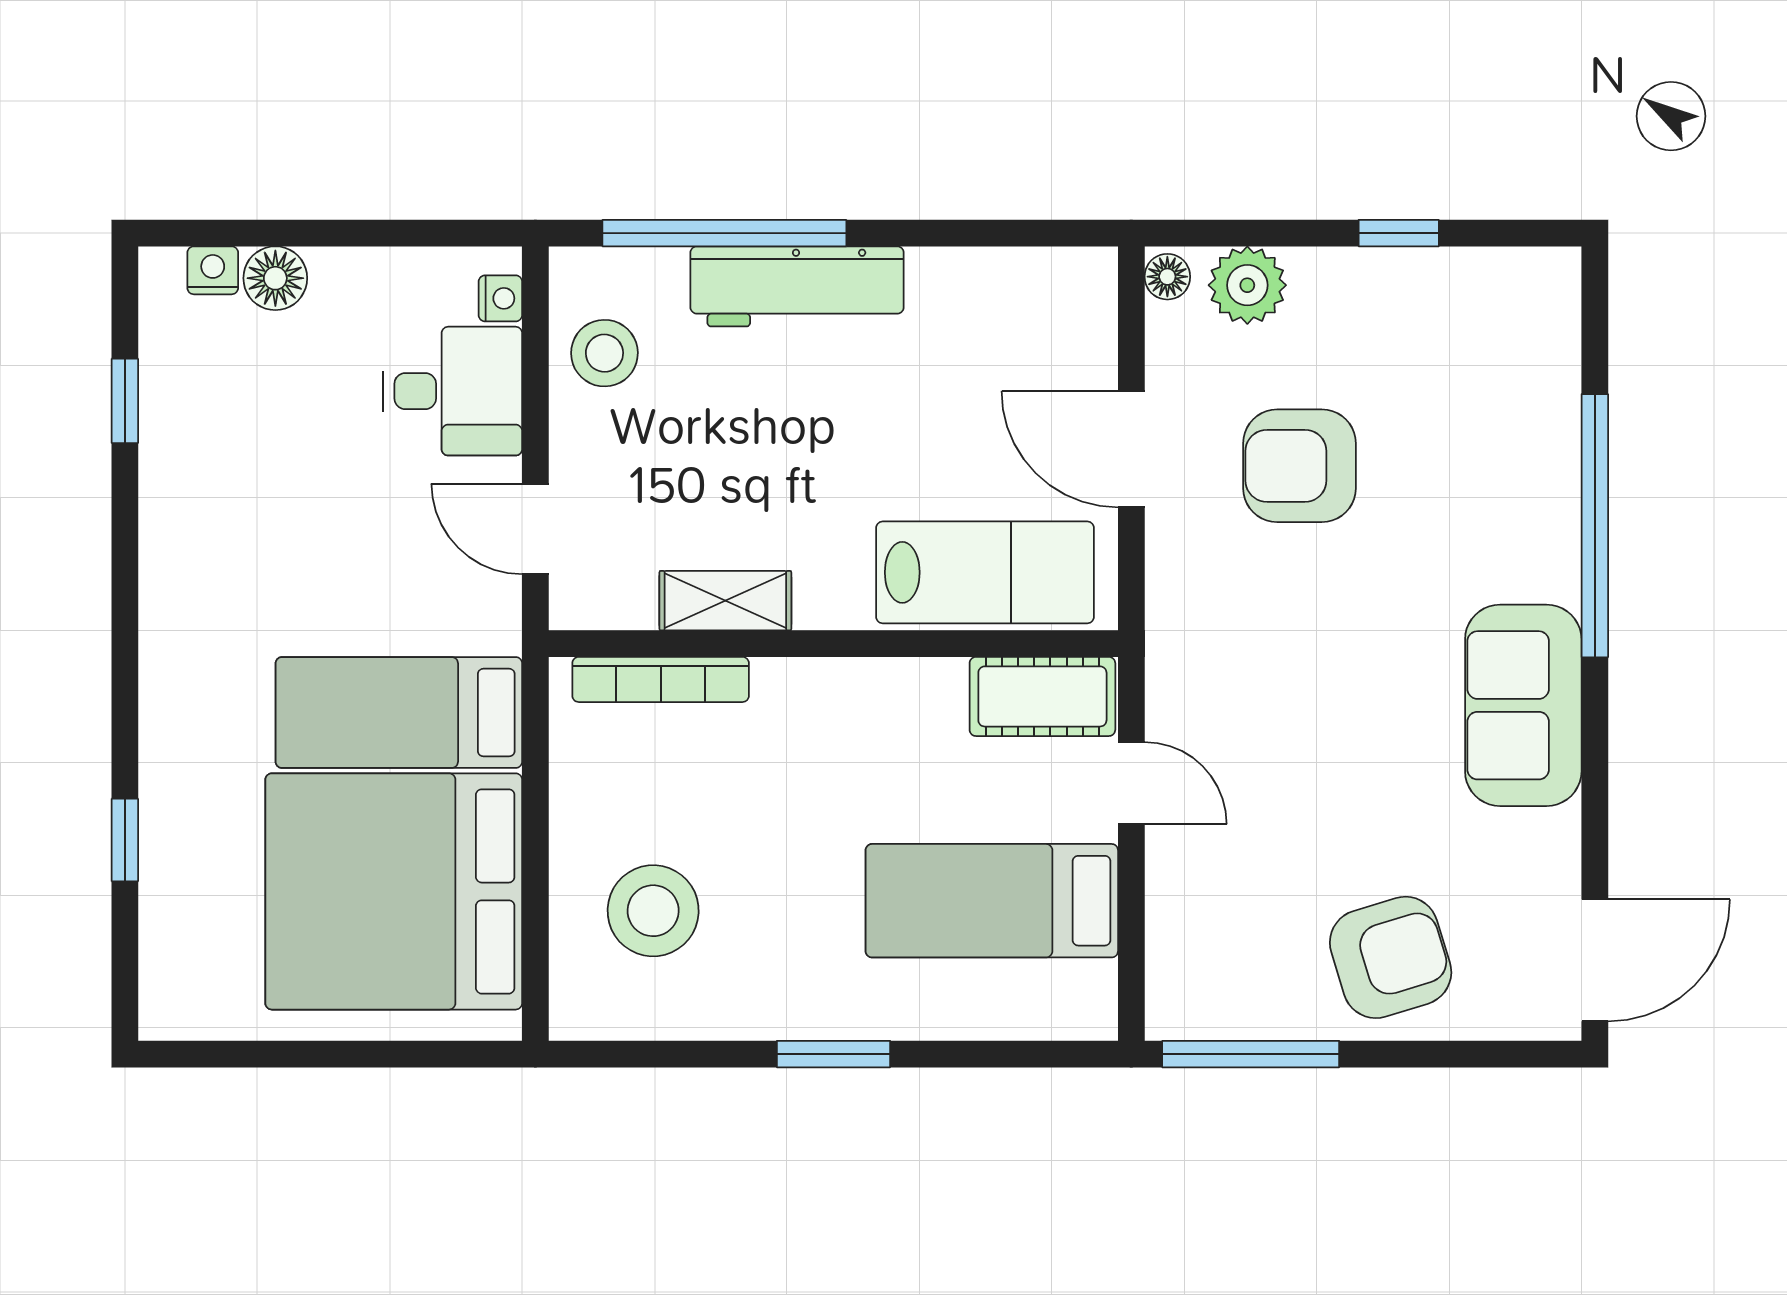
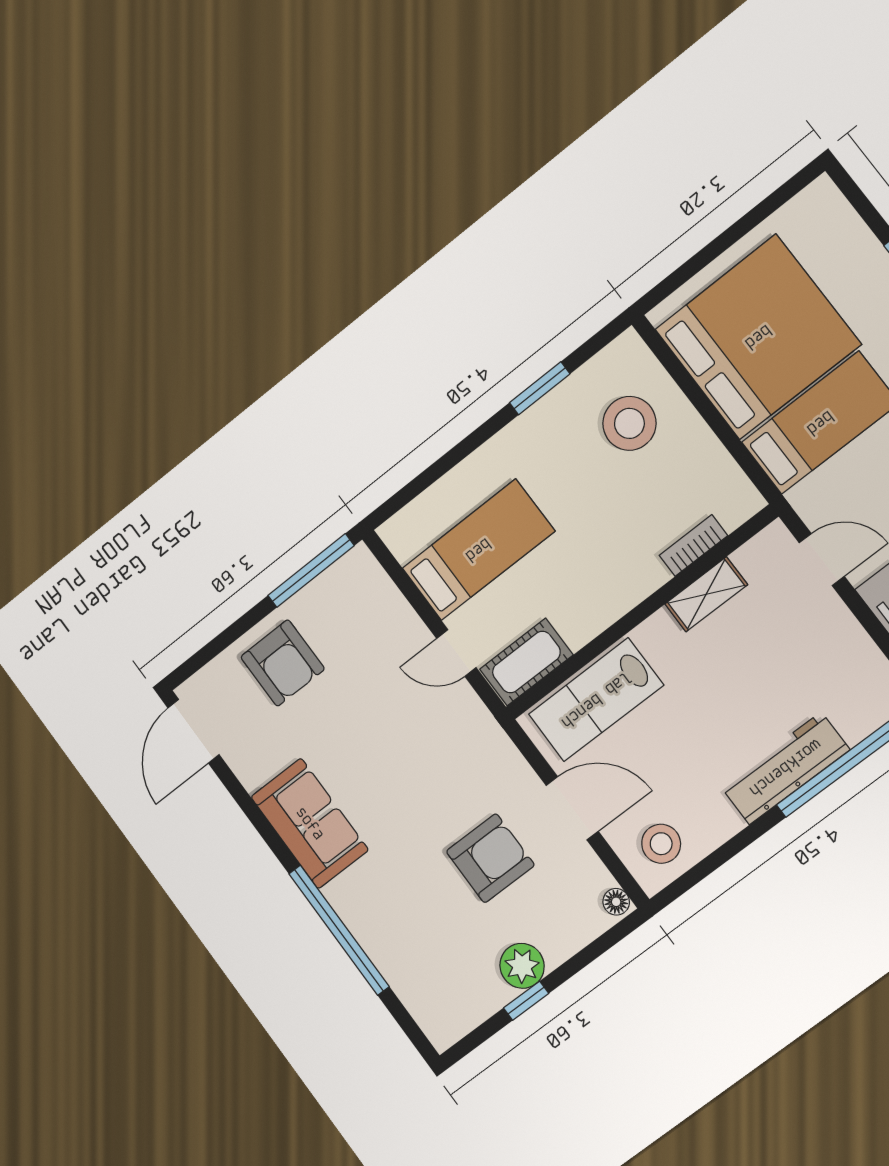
plant: (1247, 285) -> (522, 966), moved
stool: (604, 353) -> (661, 844), moved
bookcase: (661, 679) -> (693, 545), width x0.64
armchair: (1391, 957) -> (283, 663), turned -73
window: (834, 1054) -> (540, 388), moved

